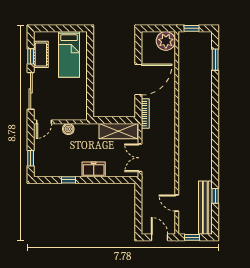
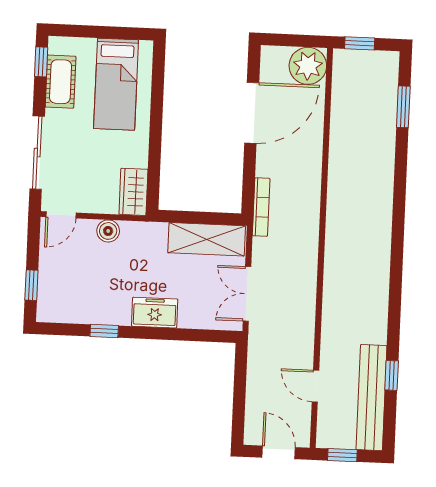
window: (31, 56) -> (41, 62), moved
door: (138, 80) -> (252, 113), moved
wardrobe: (80, 109) -> (133, 192), added

